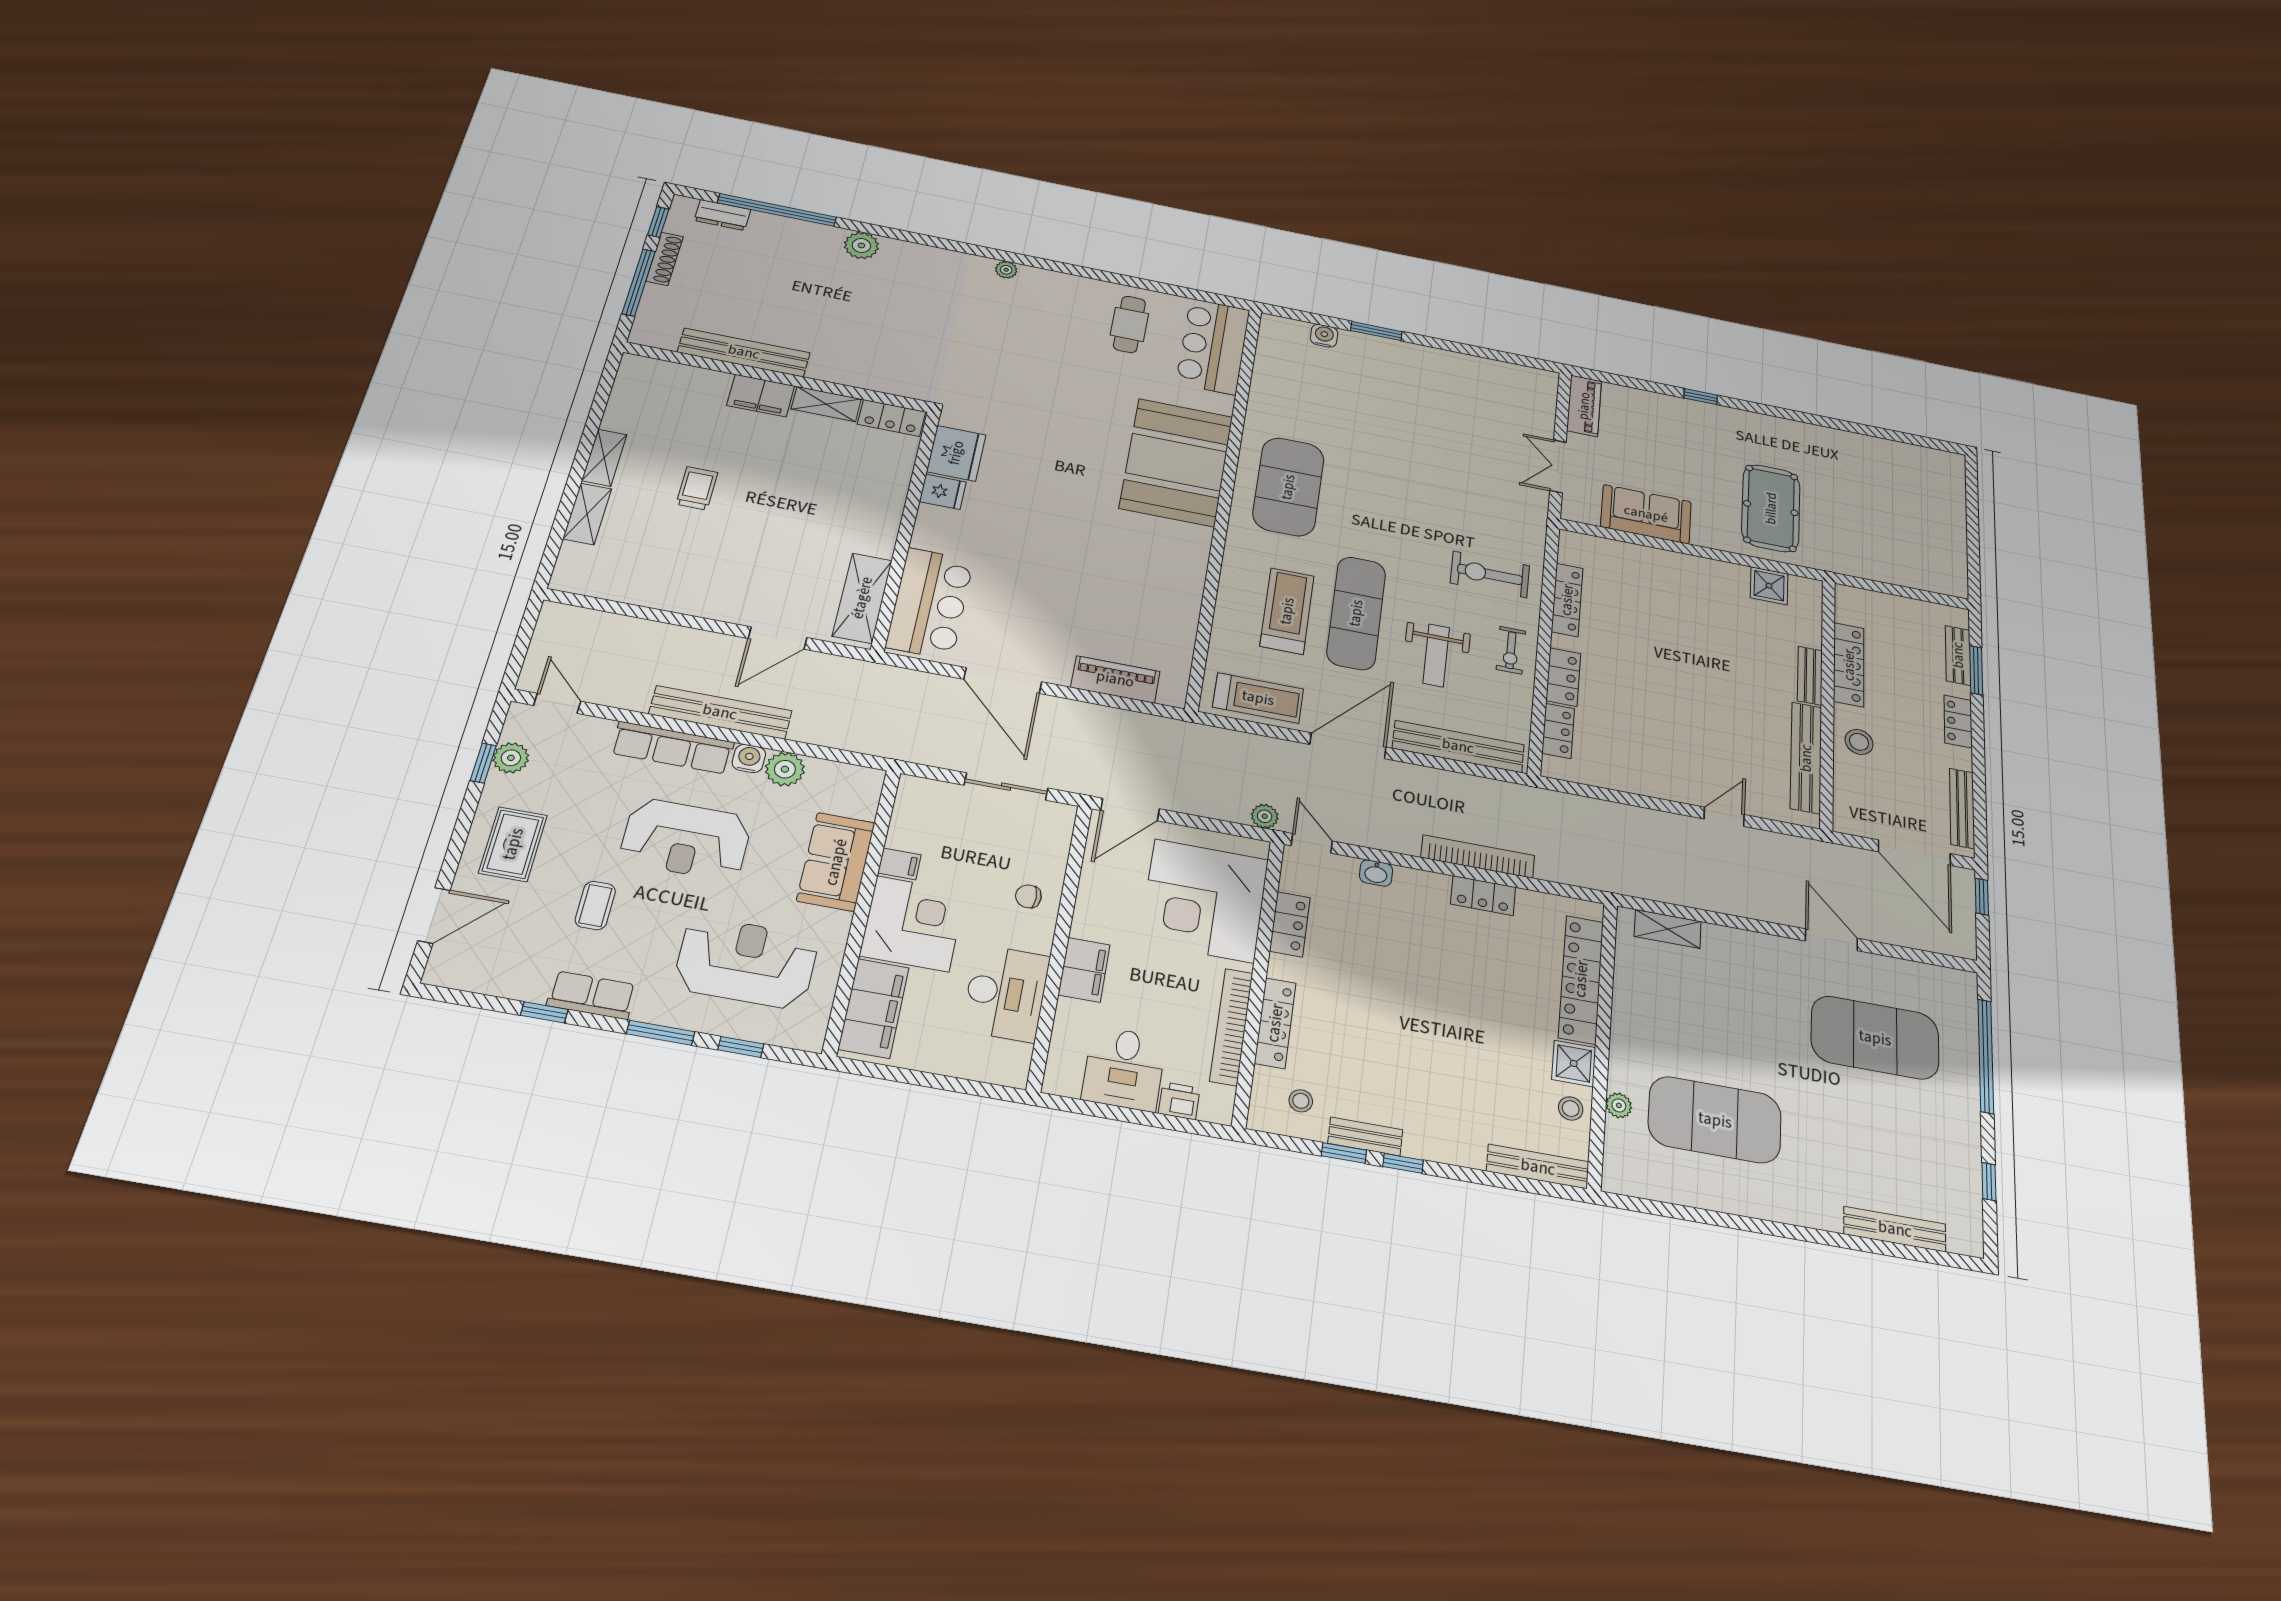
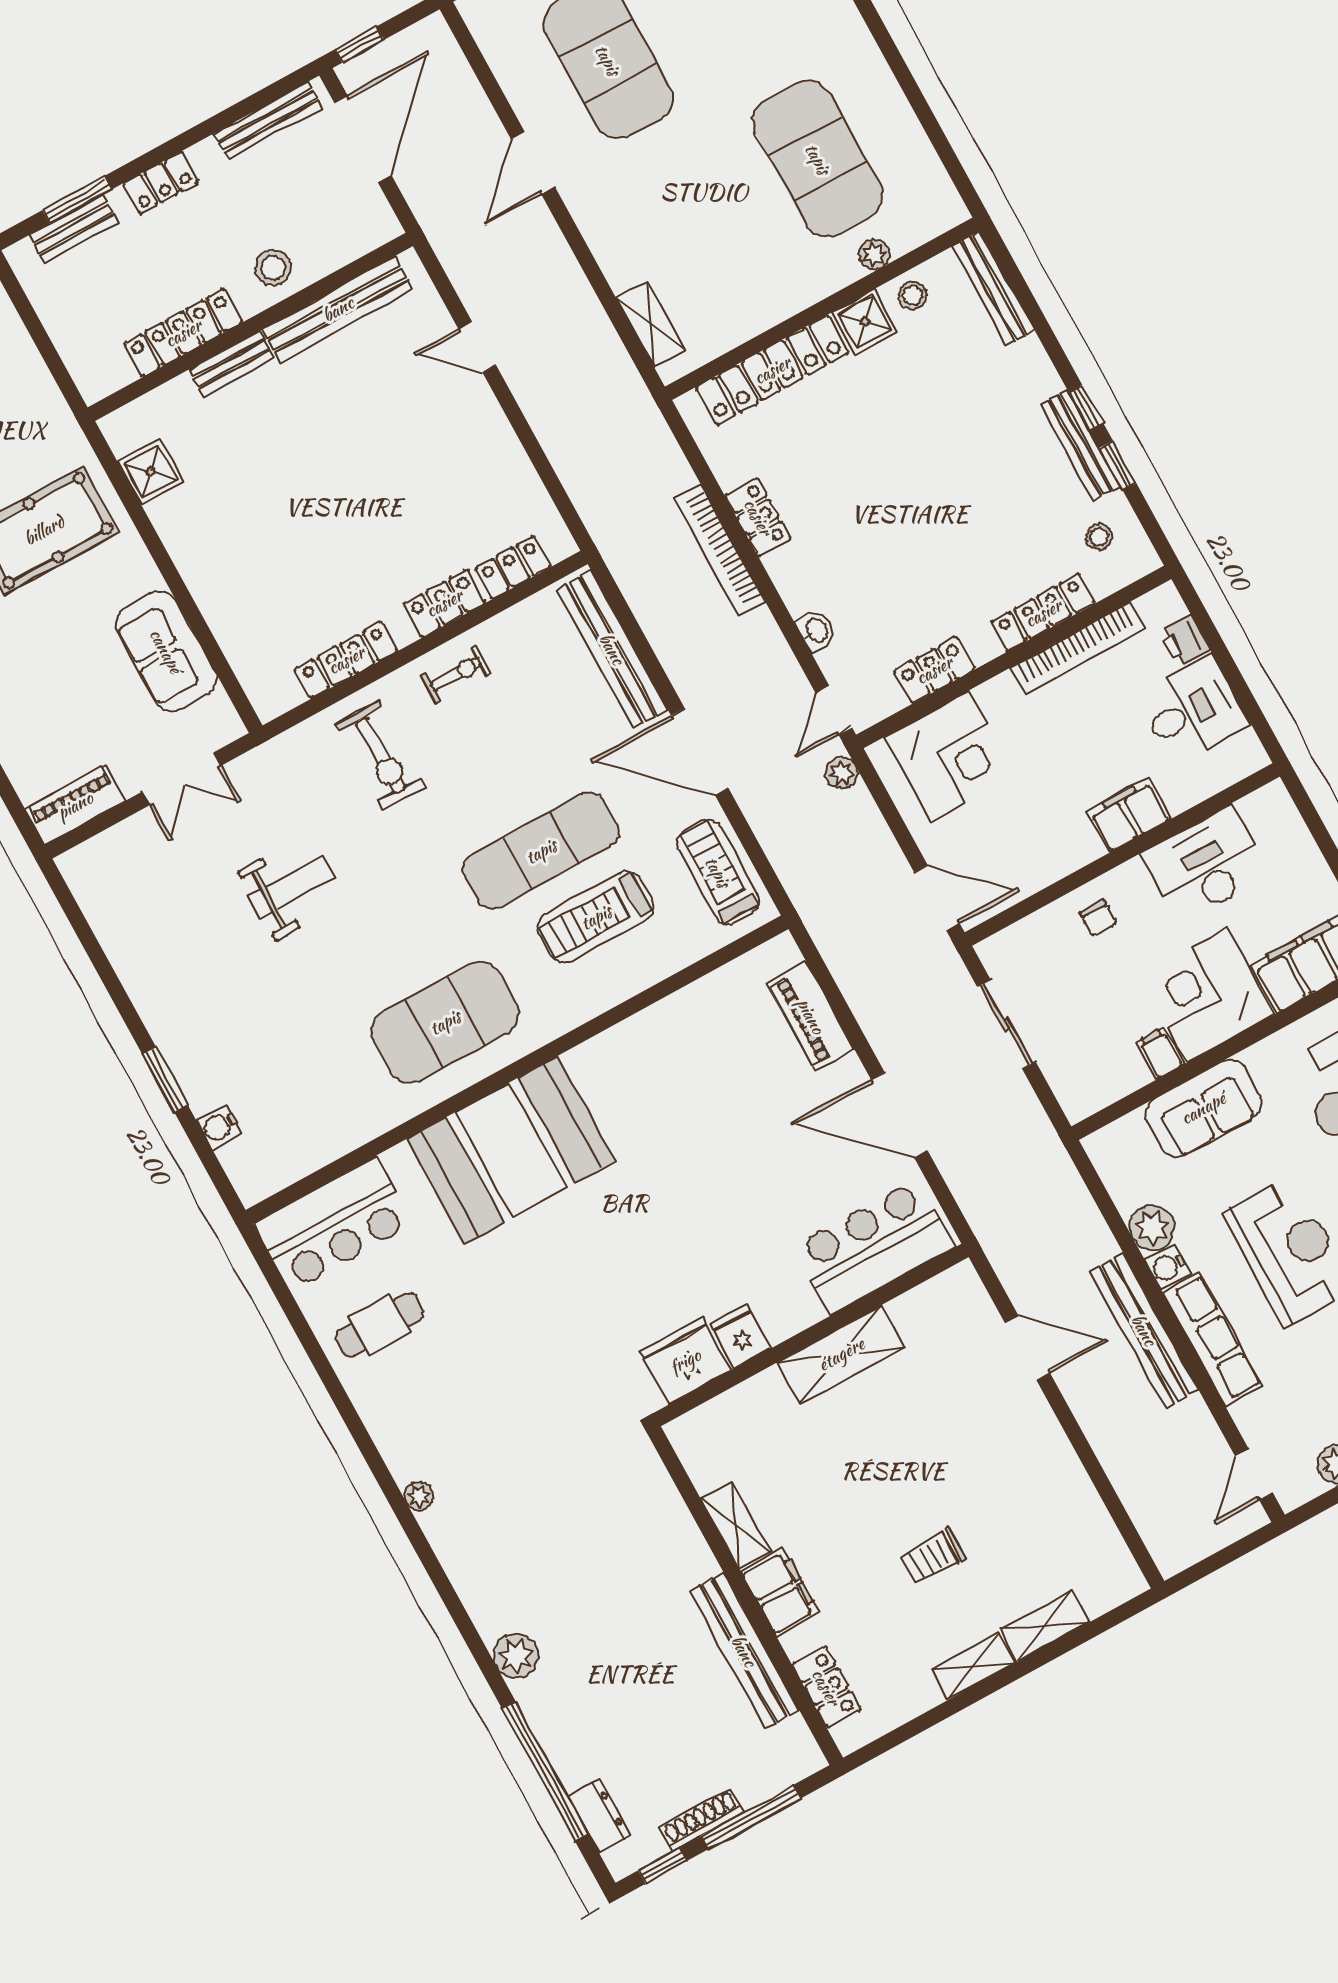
locker: (892, 418) -> (826, 1687), moved
shelving: (862, 598) -> (841, 1354), moved
weight bench: (1436, 655) -> (292, 887), moved
door: (1003, 681) -> (899, 1115), swing flipped
corner desk: (1204, 901) -> (950, 756), width x0.74, depth x0.74
bench: (1365, 1137) -> (1080, 445), width x1.36

